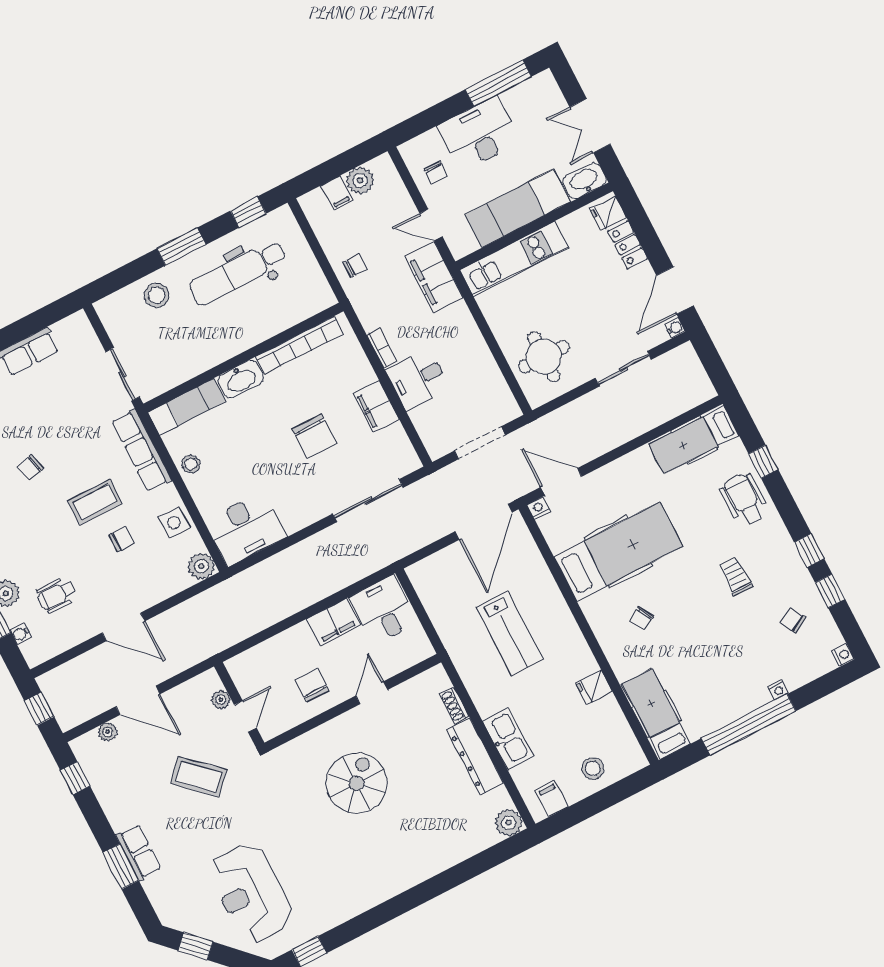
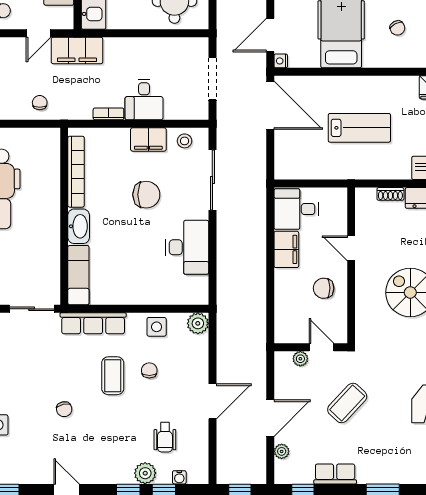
stool: (191, 464) -> (185, 141), moved
desk: (246, 529) -> (187, 247), moved
row of seats: (138, 852) -> (335, 474), moved

